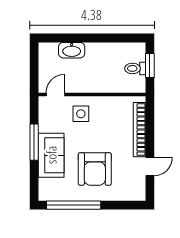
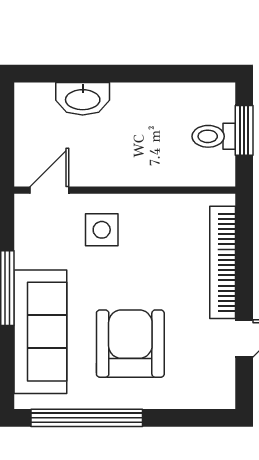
sofa: (51, 155) -> (40, 332), width x1.36
armchair: (95, 169) -> (130, 344), turned 180

